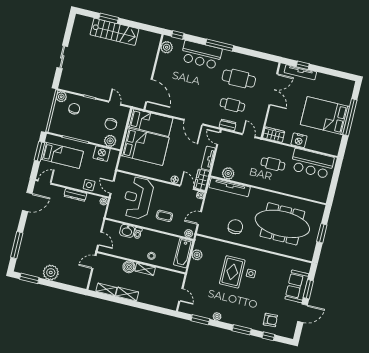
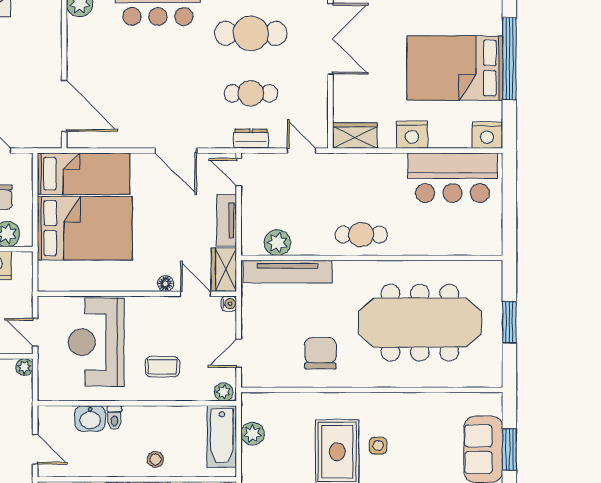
nightstand: (332, 148) -> (487, 135), added
cafe table: (273, 164) -> (361, 235), moved

